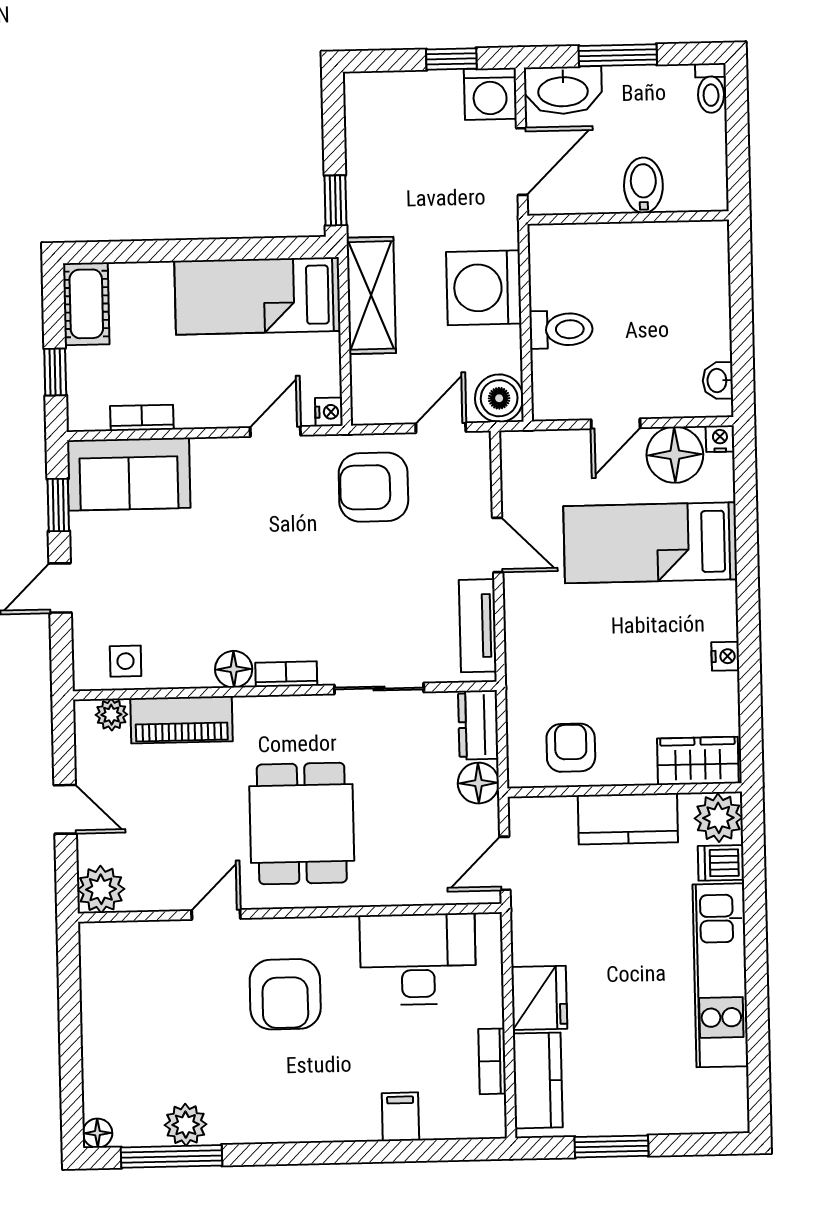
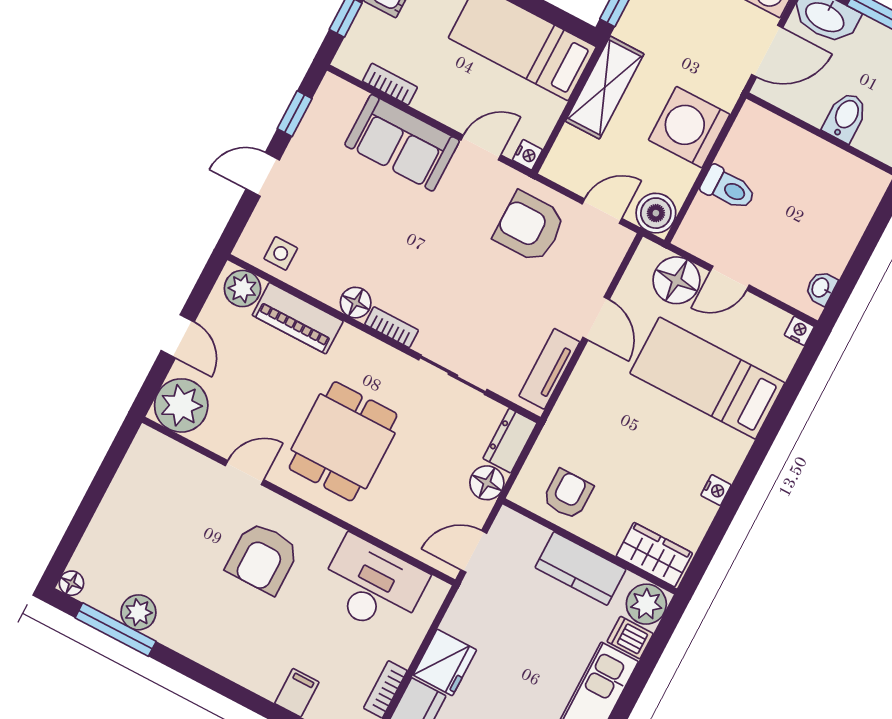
floor lamp: (675, 455) -> (676, 280), moved
sofa: (129, 474) -> (402, 143), moved
plant: (111, 715) -> (242, 288), width x1.38, depth x1.38
plant: (101, 889) -> (181, 405), width x1.36, depth x1.36

